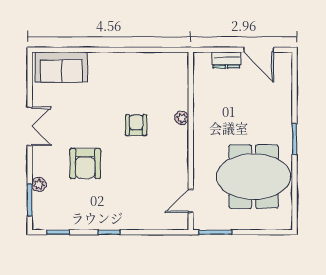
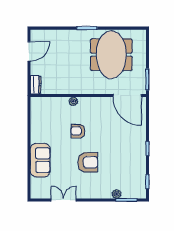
dresser: (226, 60) -> (36, 85), moved
sofa: (61, 67) -> (40, 160), moved
double door: (30, 126) -> (64, 200), moved
armchair: (85, 163) -> (88, 162), moved
door: (191, 201) -> (127, 95), width x1.87

